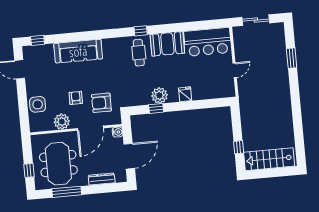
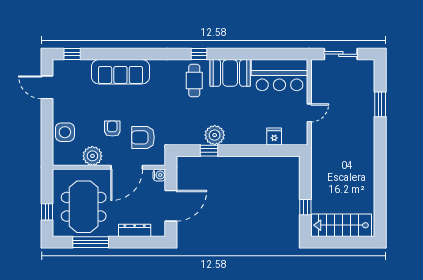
fridge: (185, 94) -> (274, 136), moved

